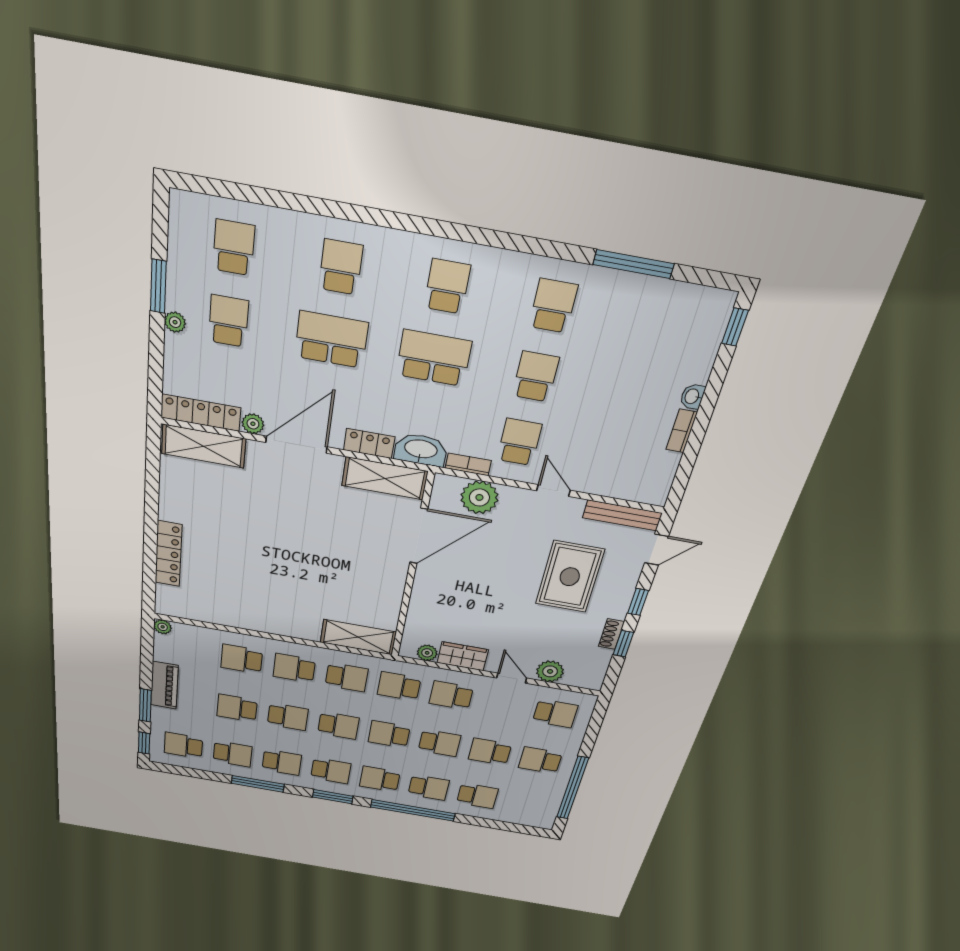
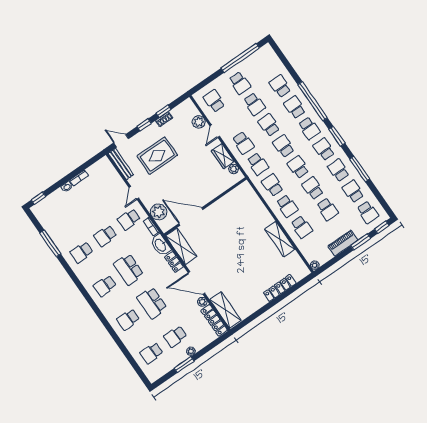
shelving: (358, 637) -> (280, 239), moved
school desk: (389, 734) -> (284, 146), turned 180

